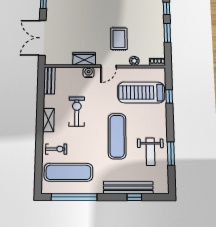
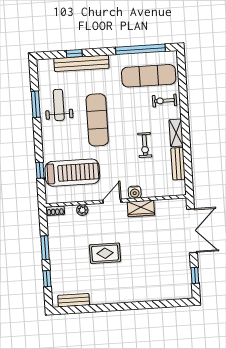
rug: (119, 39) -> (105, 253), moved, turned 90
bench: (49, 81) -> (178, 164), moved
exercise bike: (77, 112) -> (145, 145), width x0.73, depth x0.72

